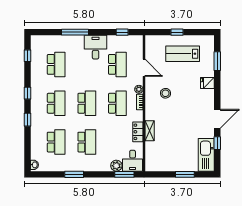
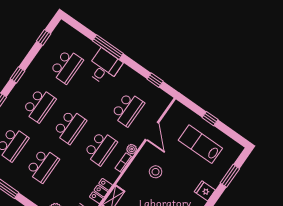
desk: (96, 47) -> (104, 67), moved

